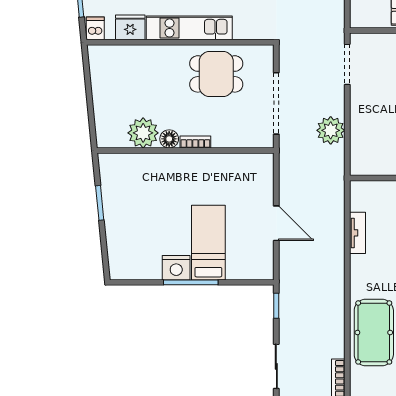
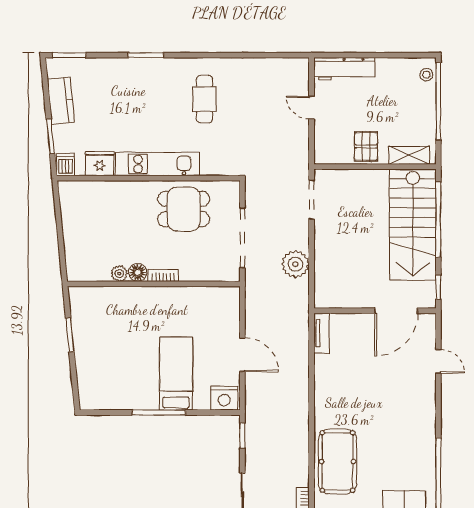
plant: (143, 133) -> (119, 274), width x0.53, depth x0.53
tv unit: (357, 233) -> (322, 333), moved
nightstand: (176, 268) -> (224, 398), moved

